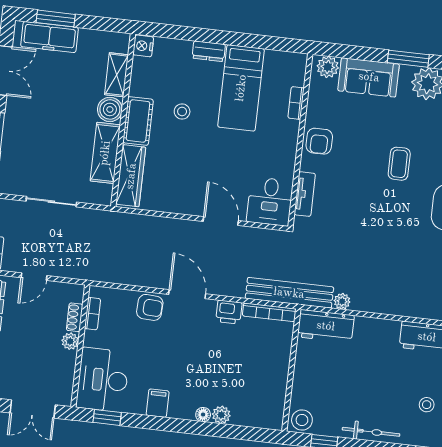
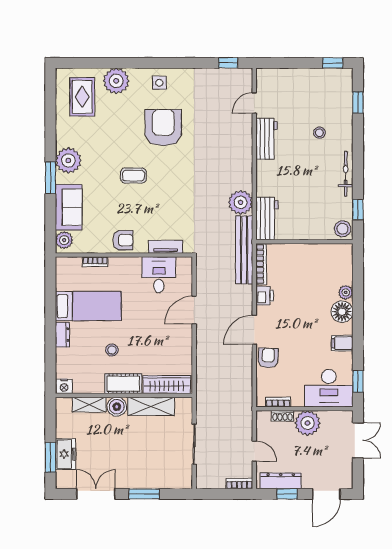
freezer: (50, 37) -> (66, 454), width x0.71
desk: (270, 201) -> (159, 275), moved, turned -90
plant: (342, 301) -> (240, 202), width x1.88, depth x1.88
plant: (70, 341) -> (307, 423), width x1.87, depth x1.87
floor lamp: (203, 415) -> (342, 312), width x1.89, depth x1.89

